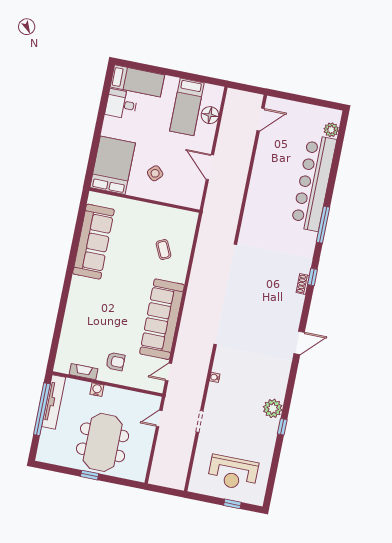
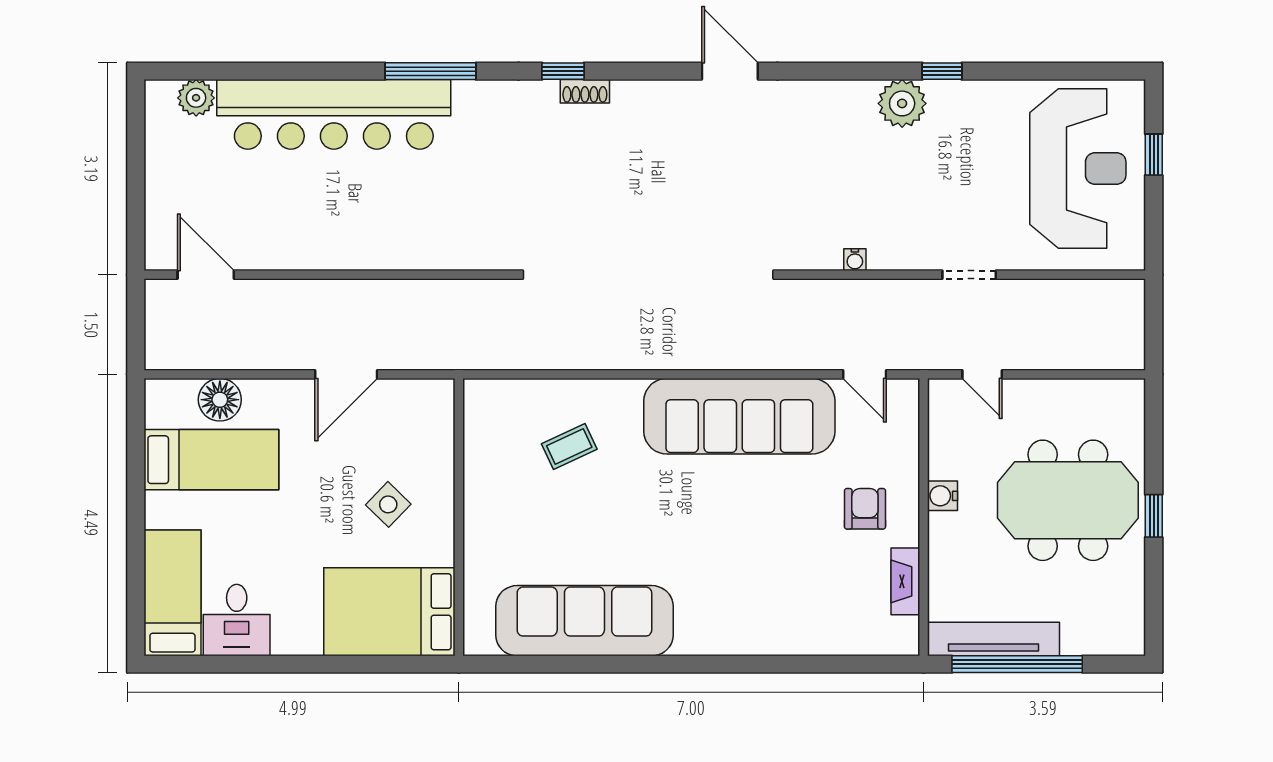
water cooler: (97, 390) -> (943, 496), moved
reception desk: (233, 473) -> (1078, 168), width x1.36, depth x1.30

